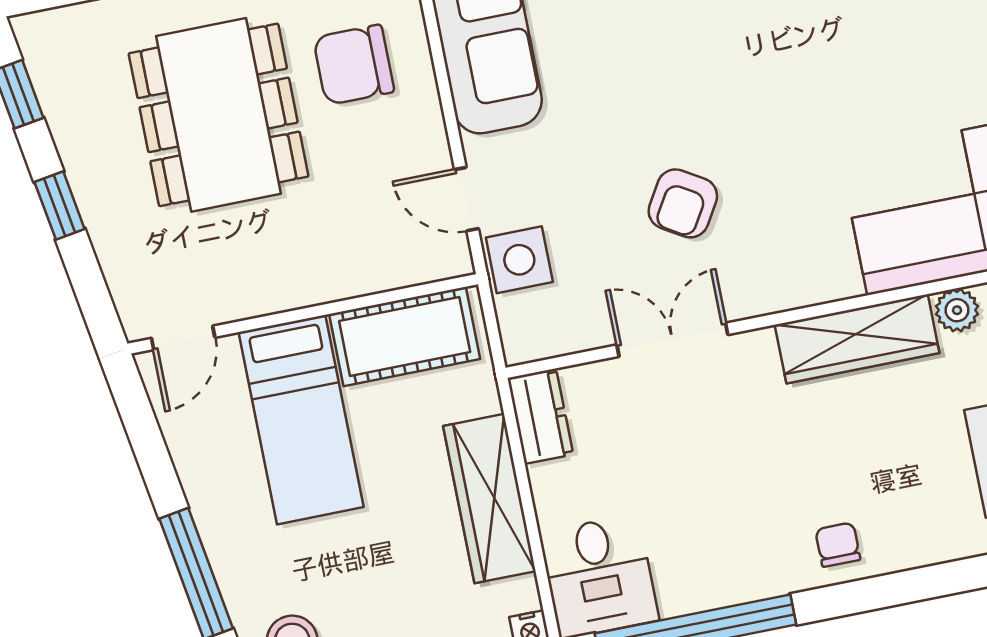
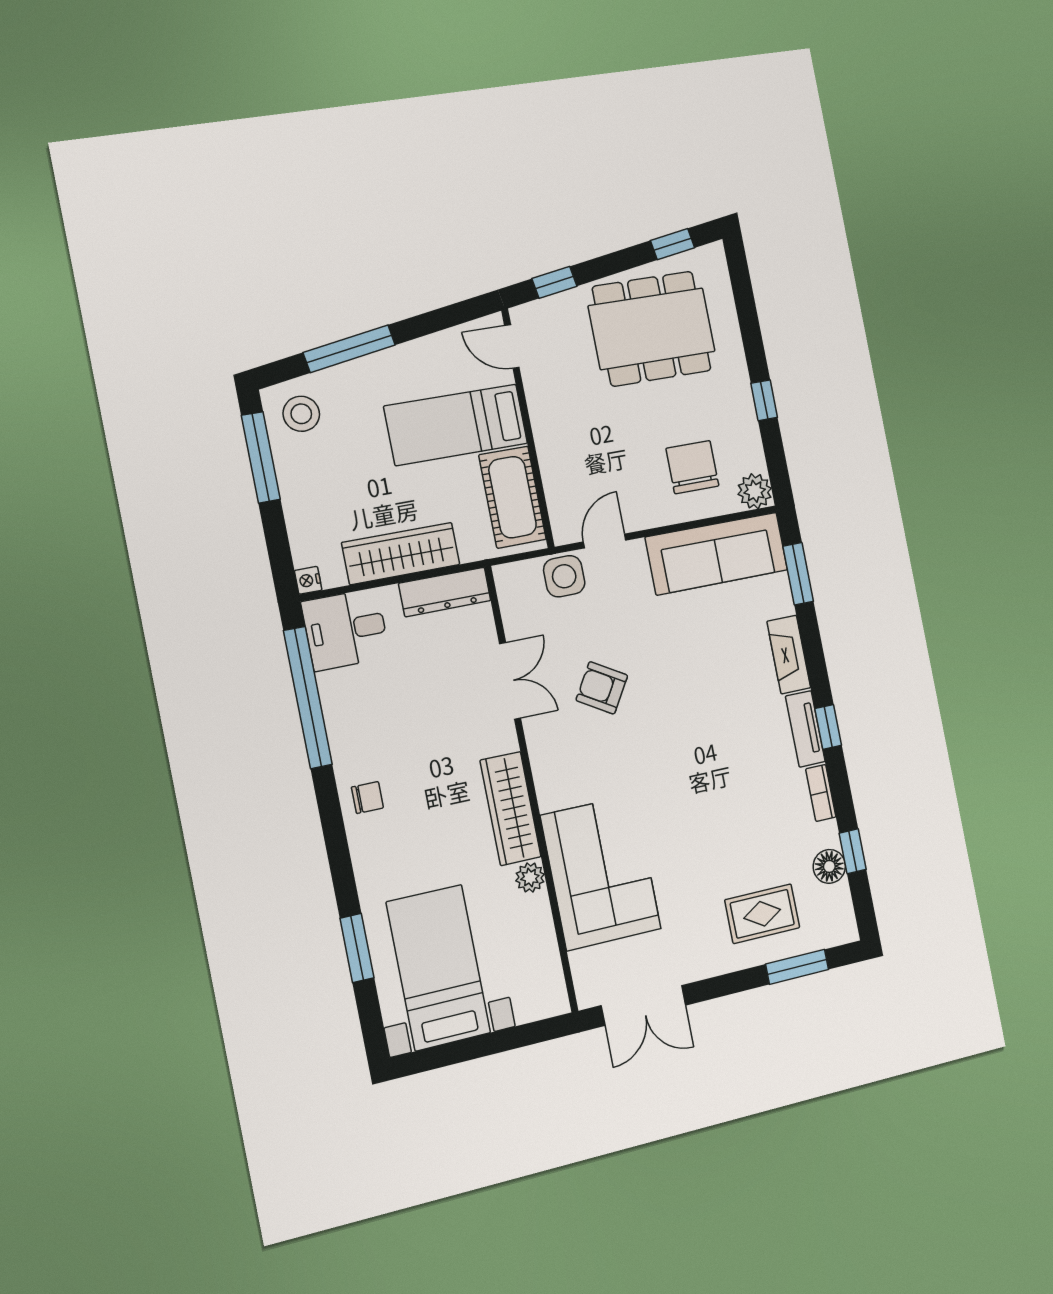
dining table: (219, 115) -> (652, 329), moved
window: (60, 206) -> (554, 282), moved
dresser: (540, 416) -> (445, 592), width x1.44

